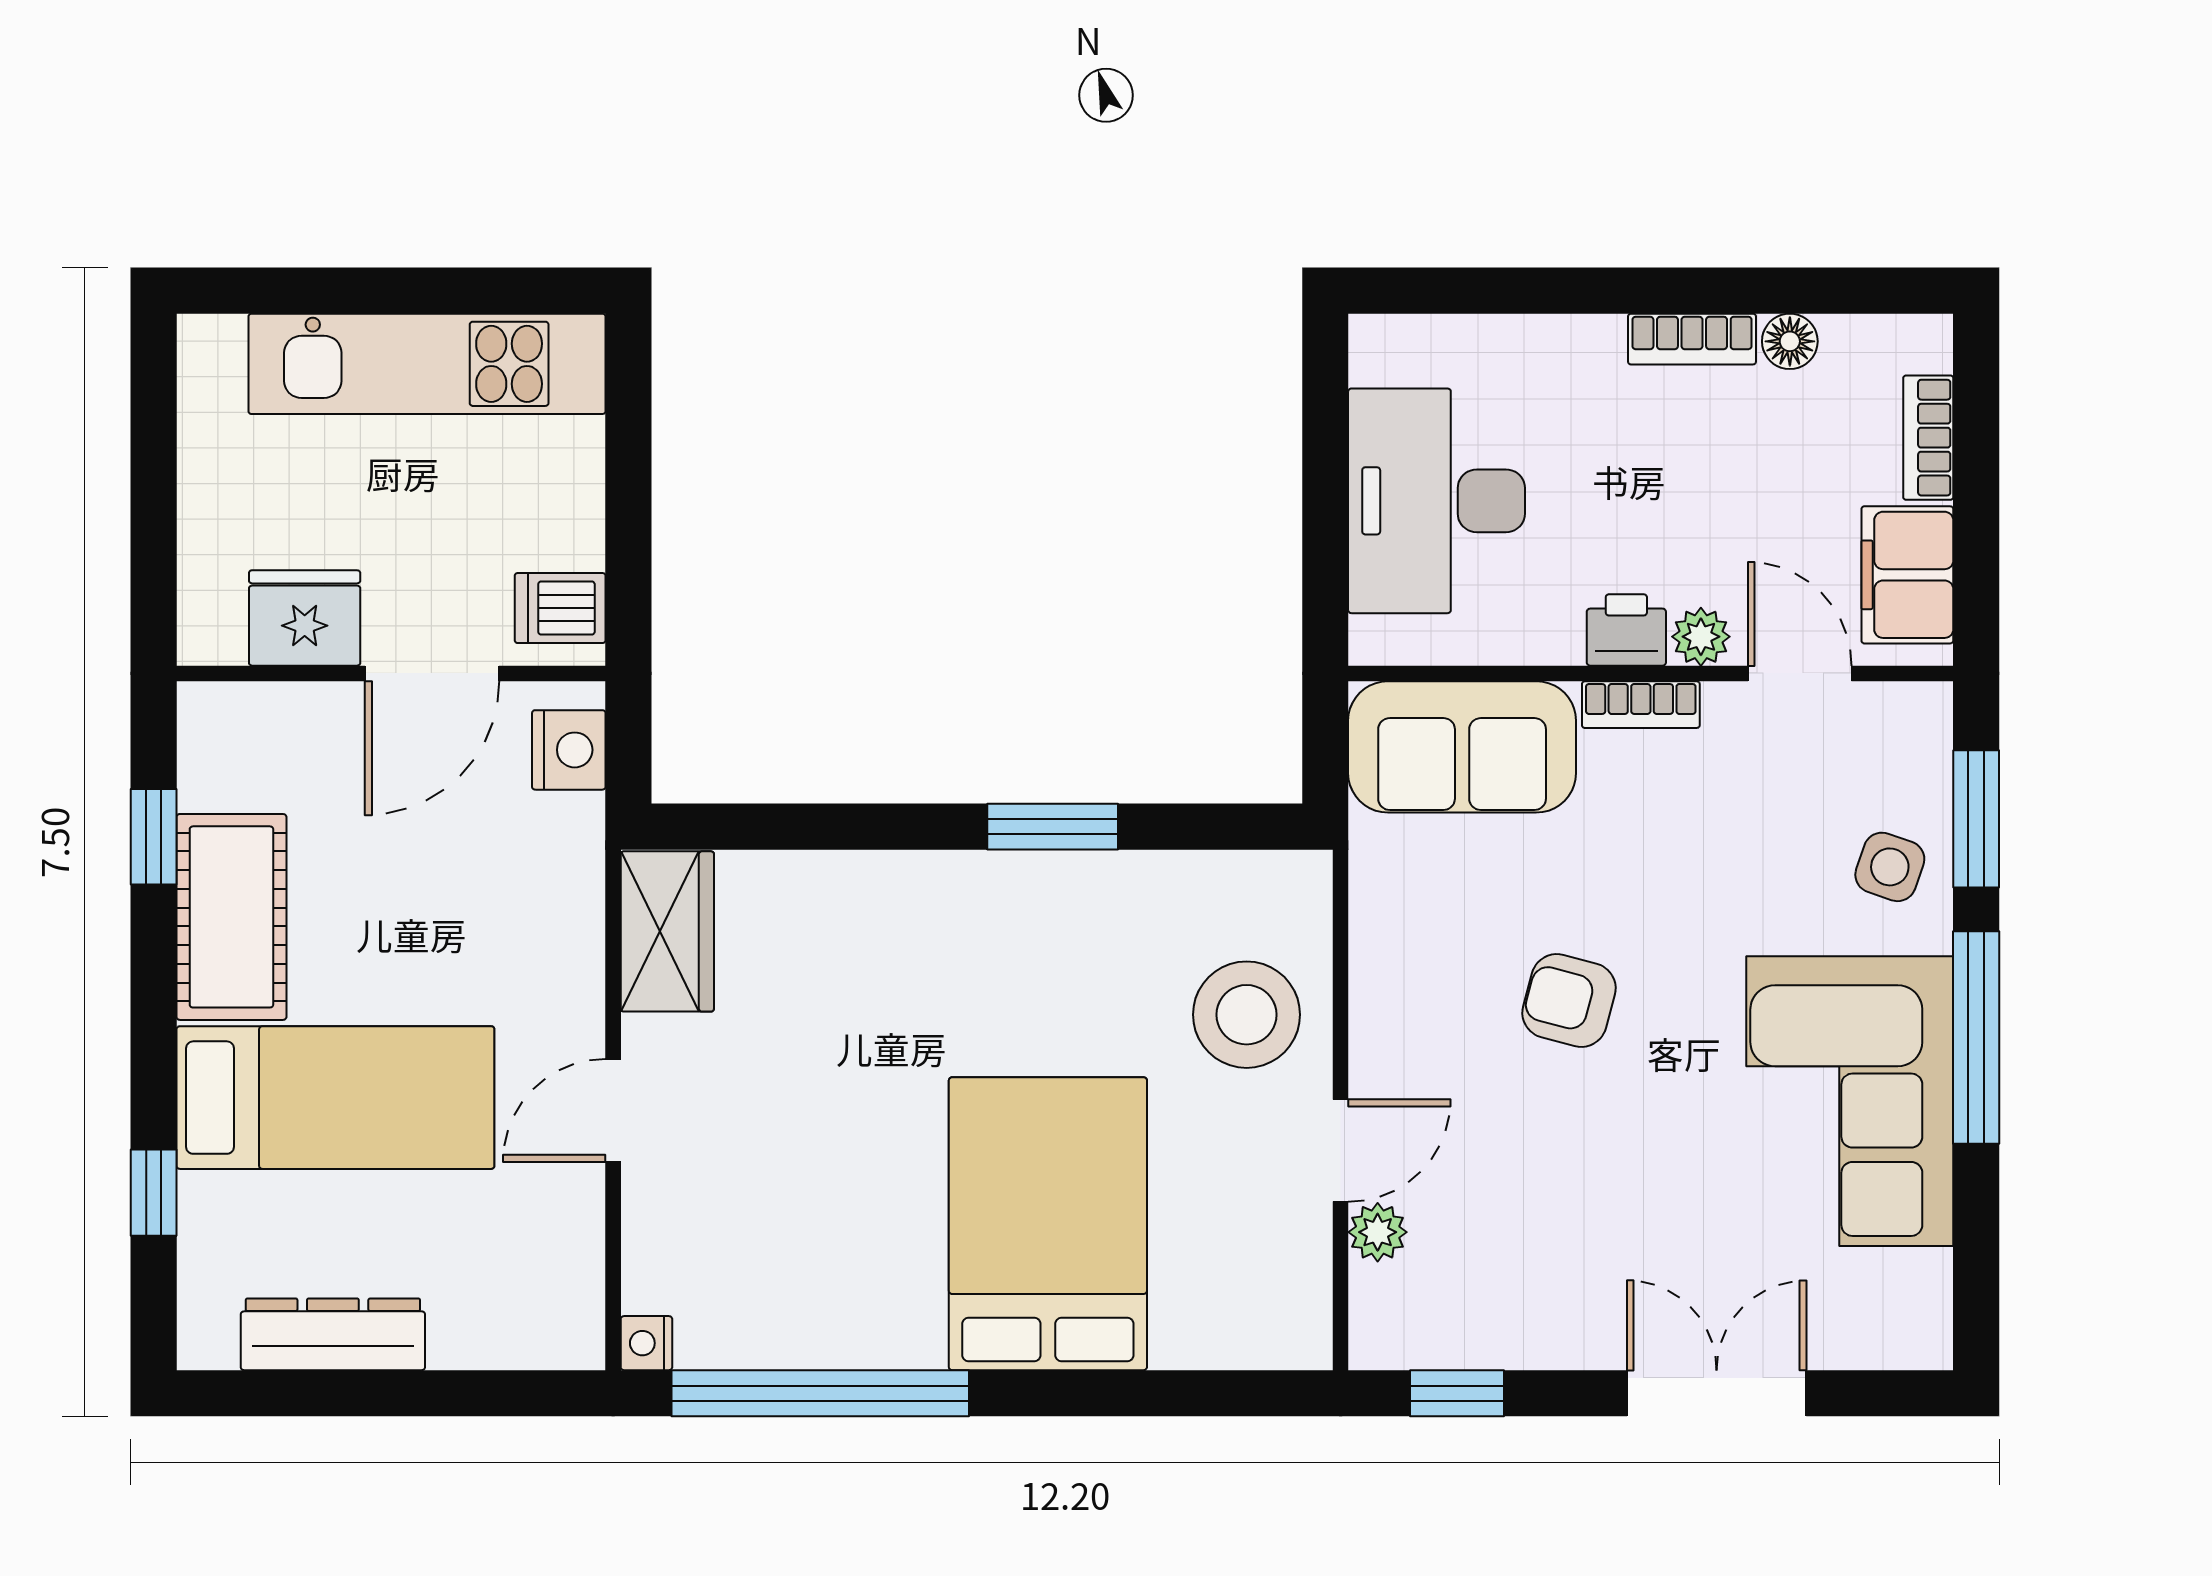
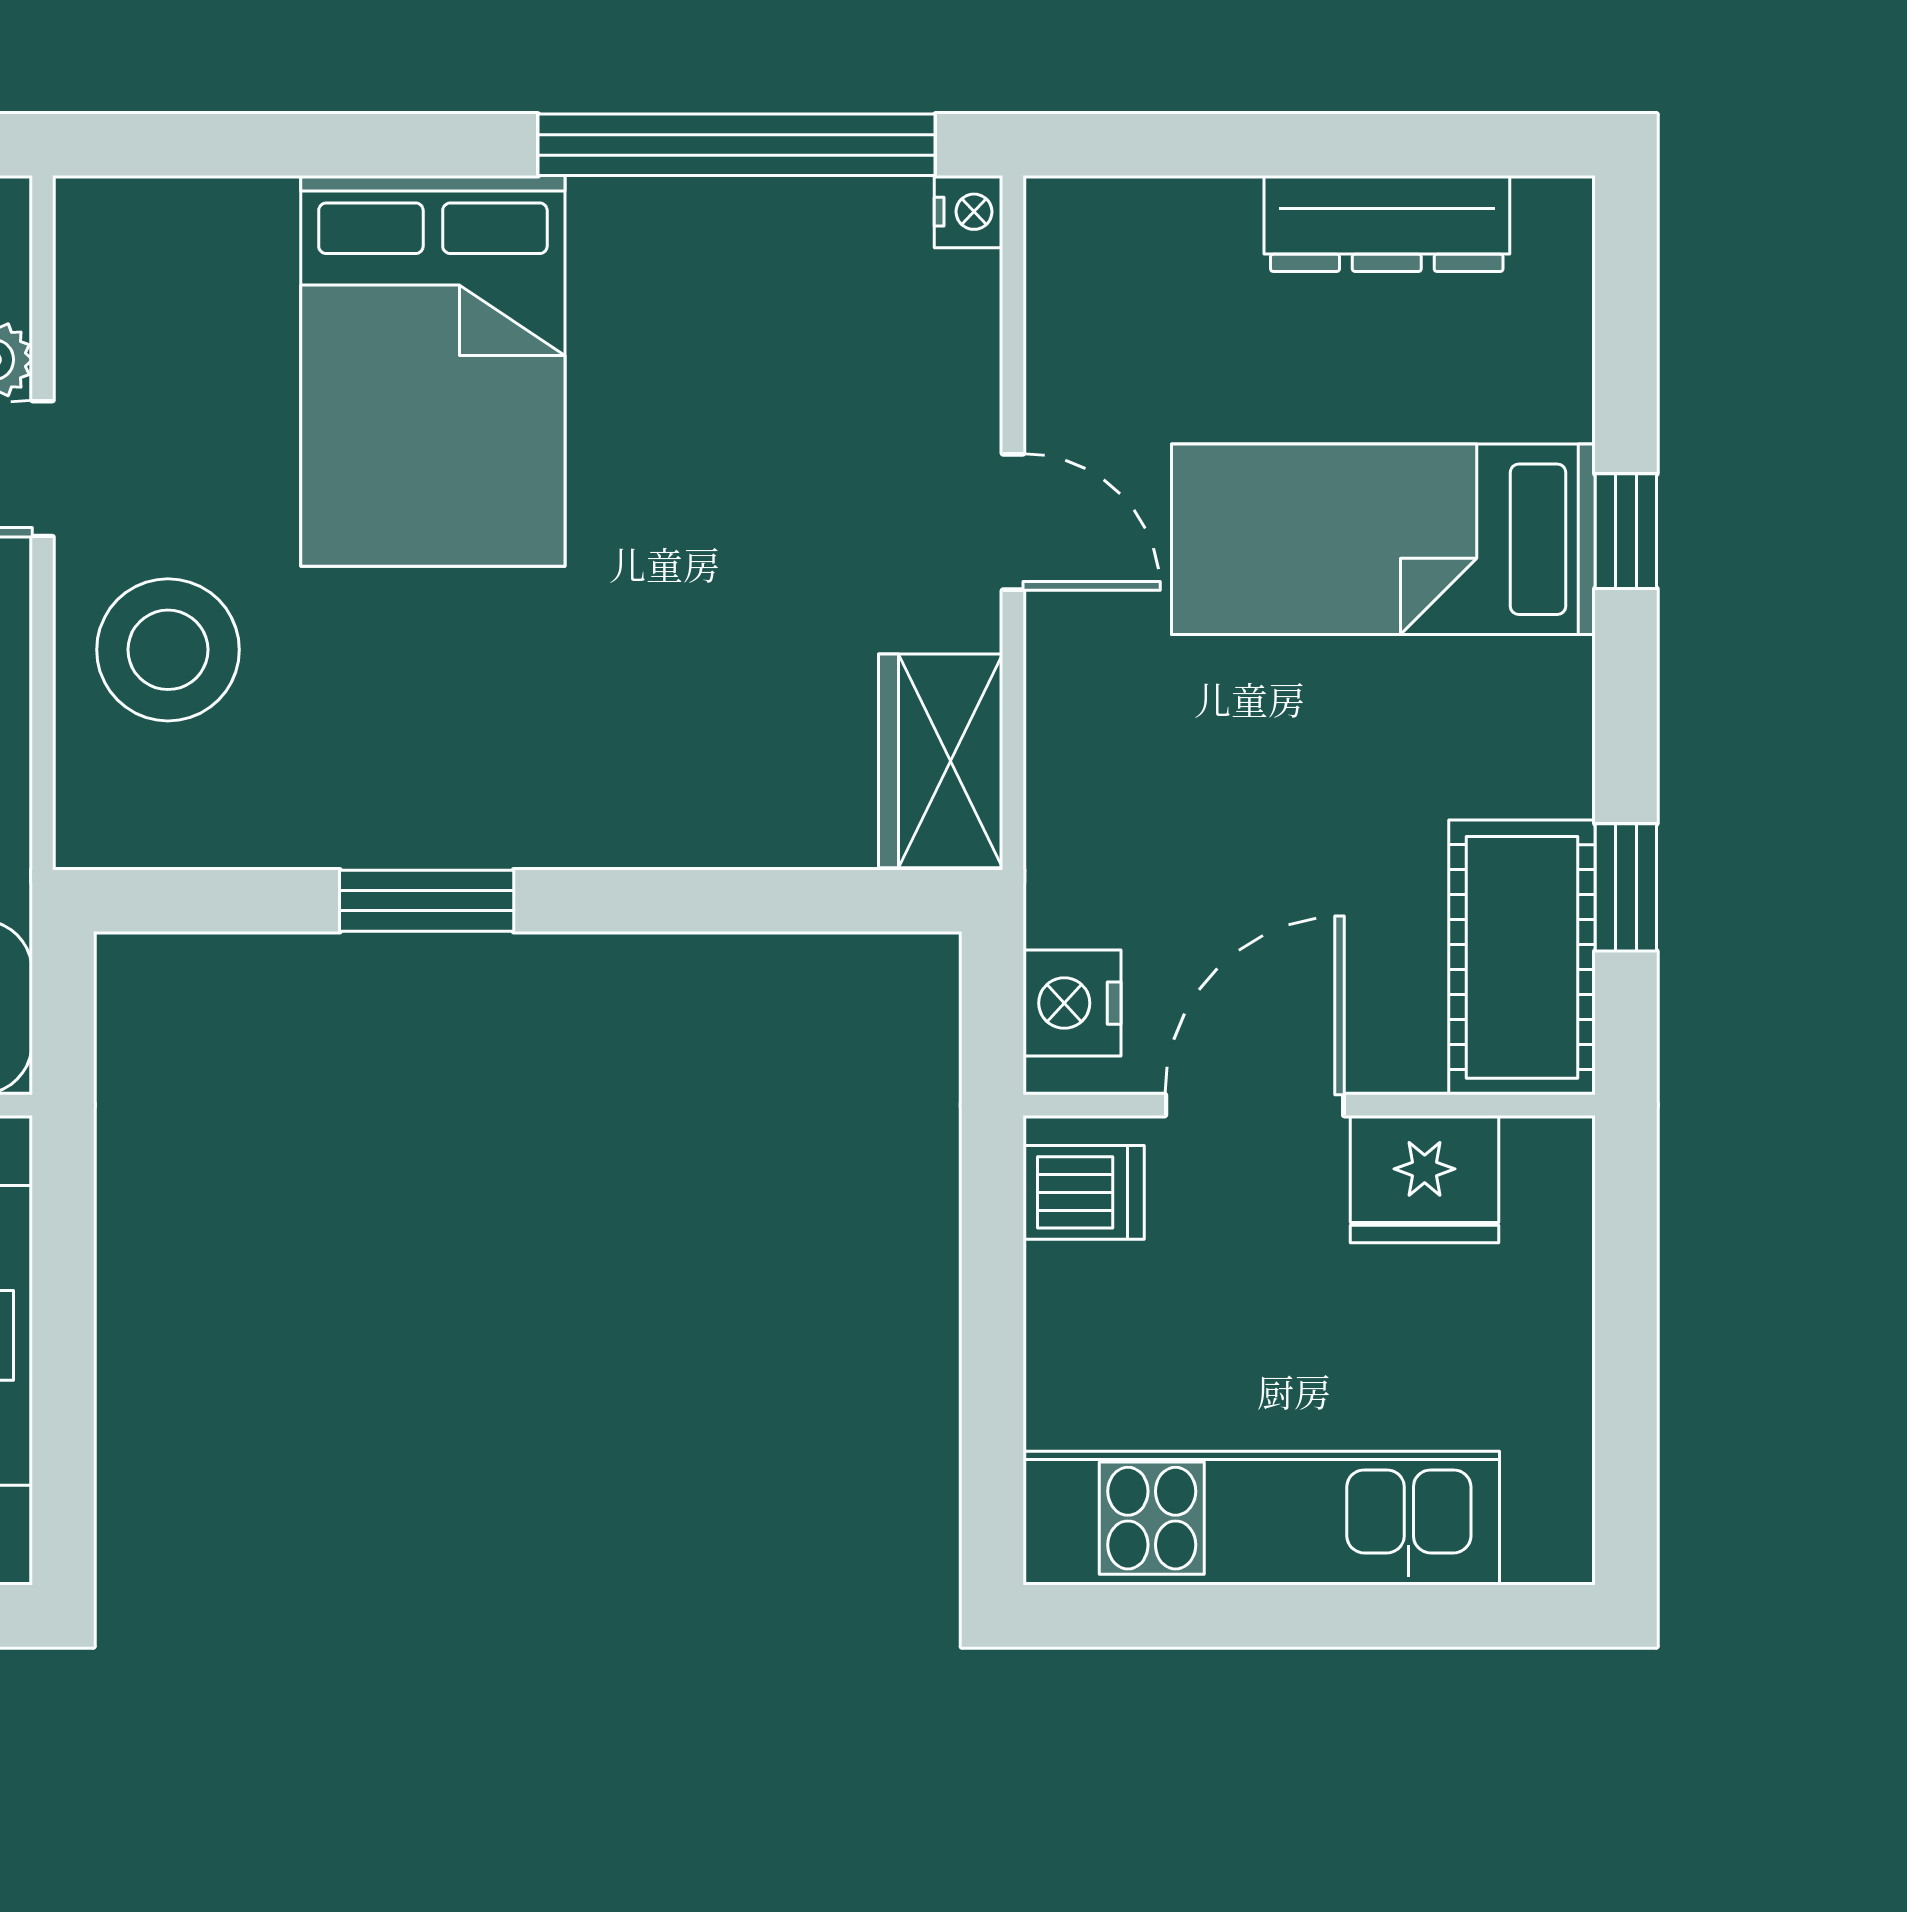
cot: (231, 917) -> (1522, 957), moved
door: (613, 1111) -> (1013, 522), hinge flipped
window: (154, 1193) -> (1626, 531), moved

